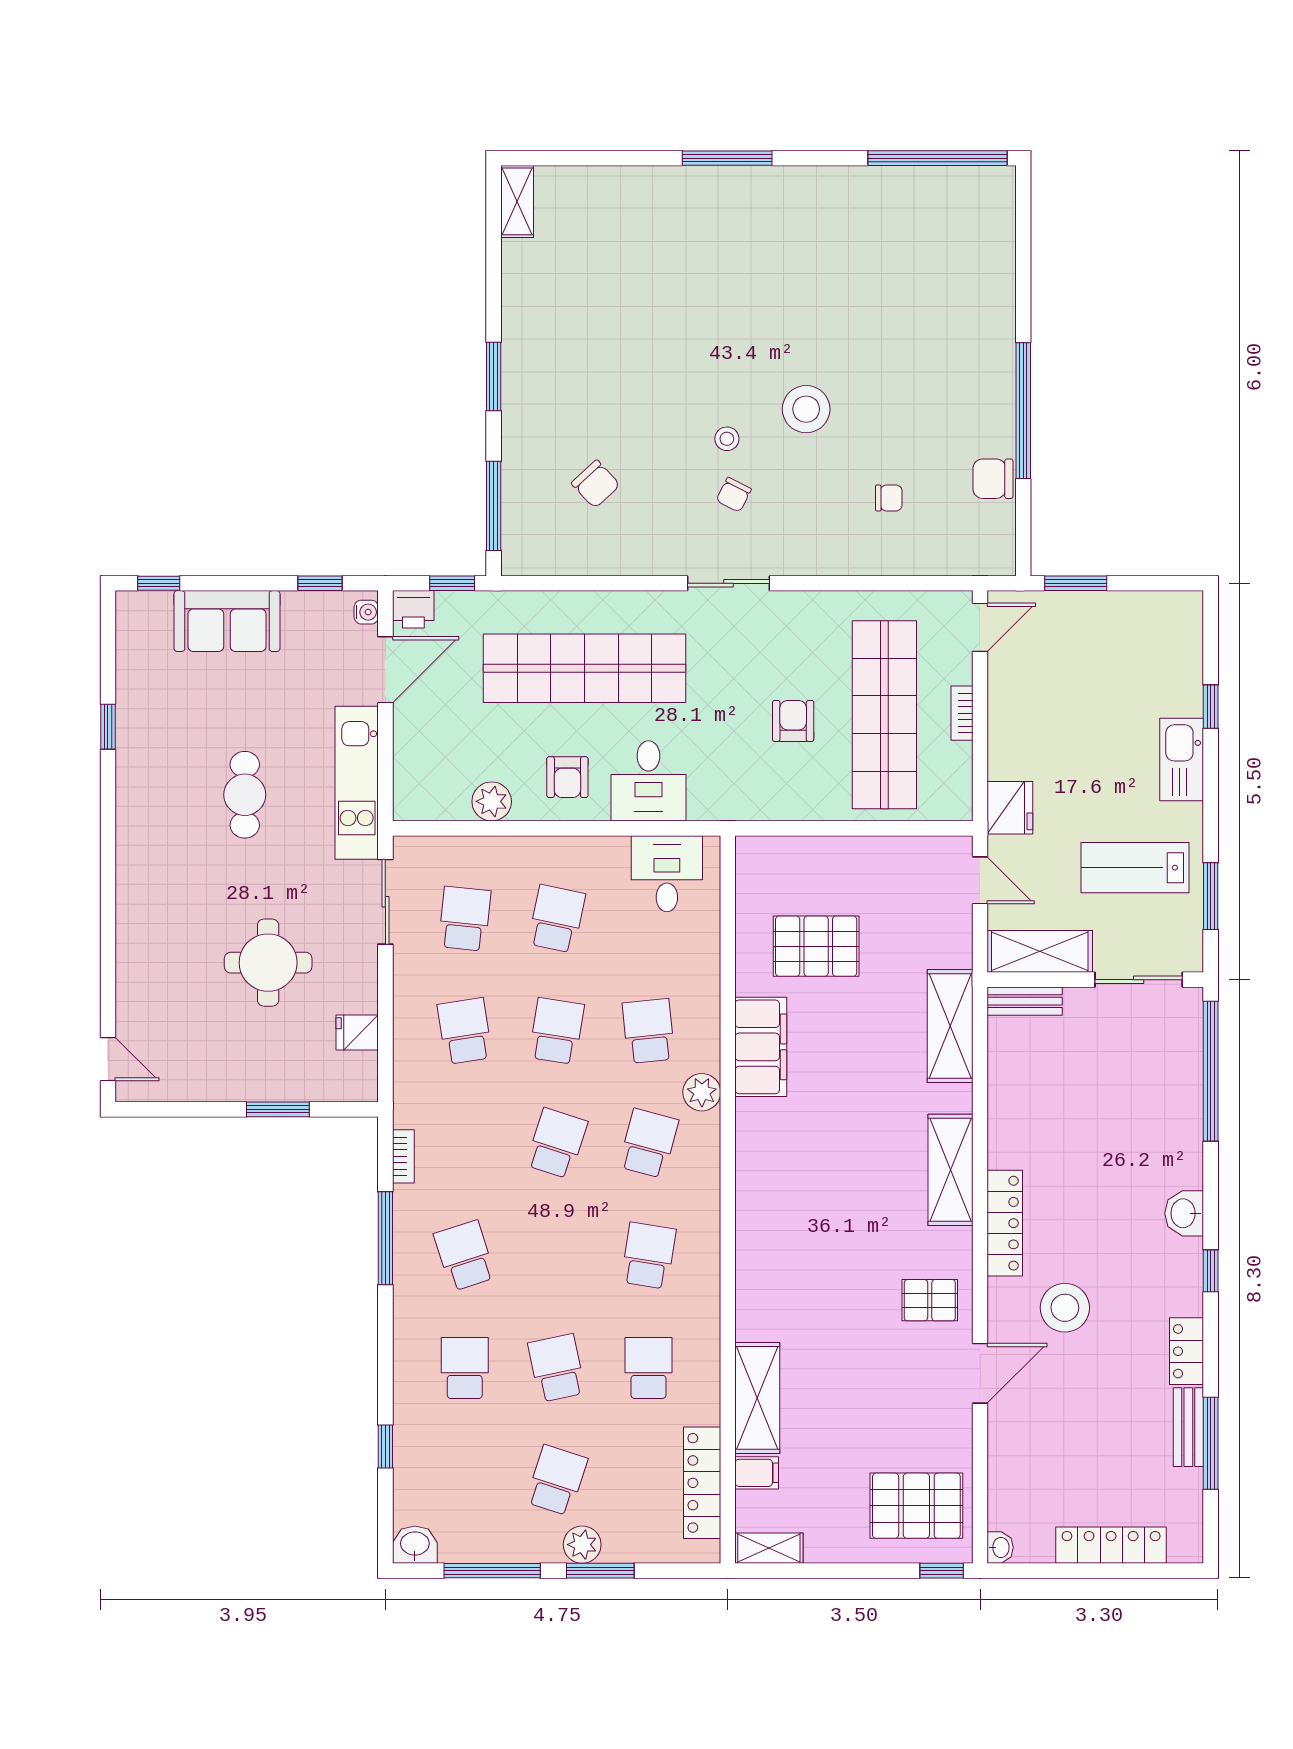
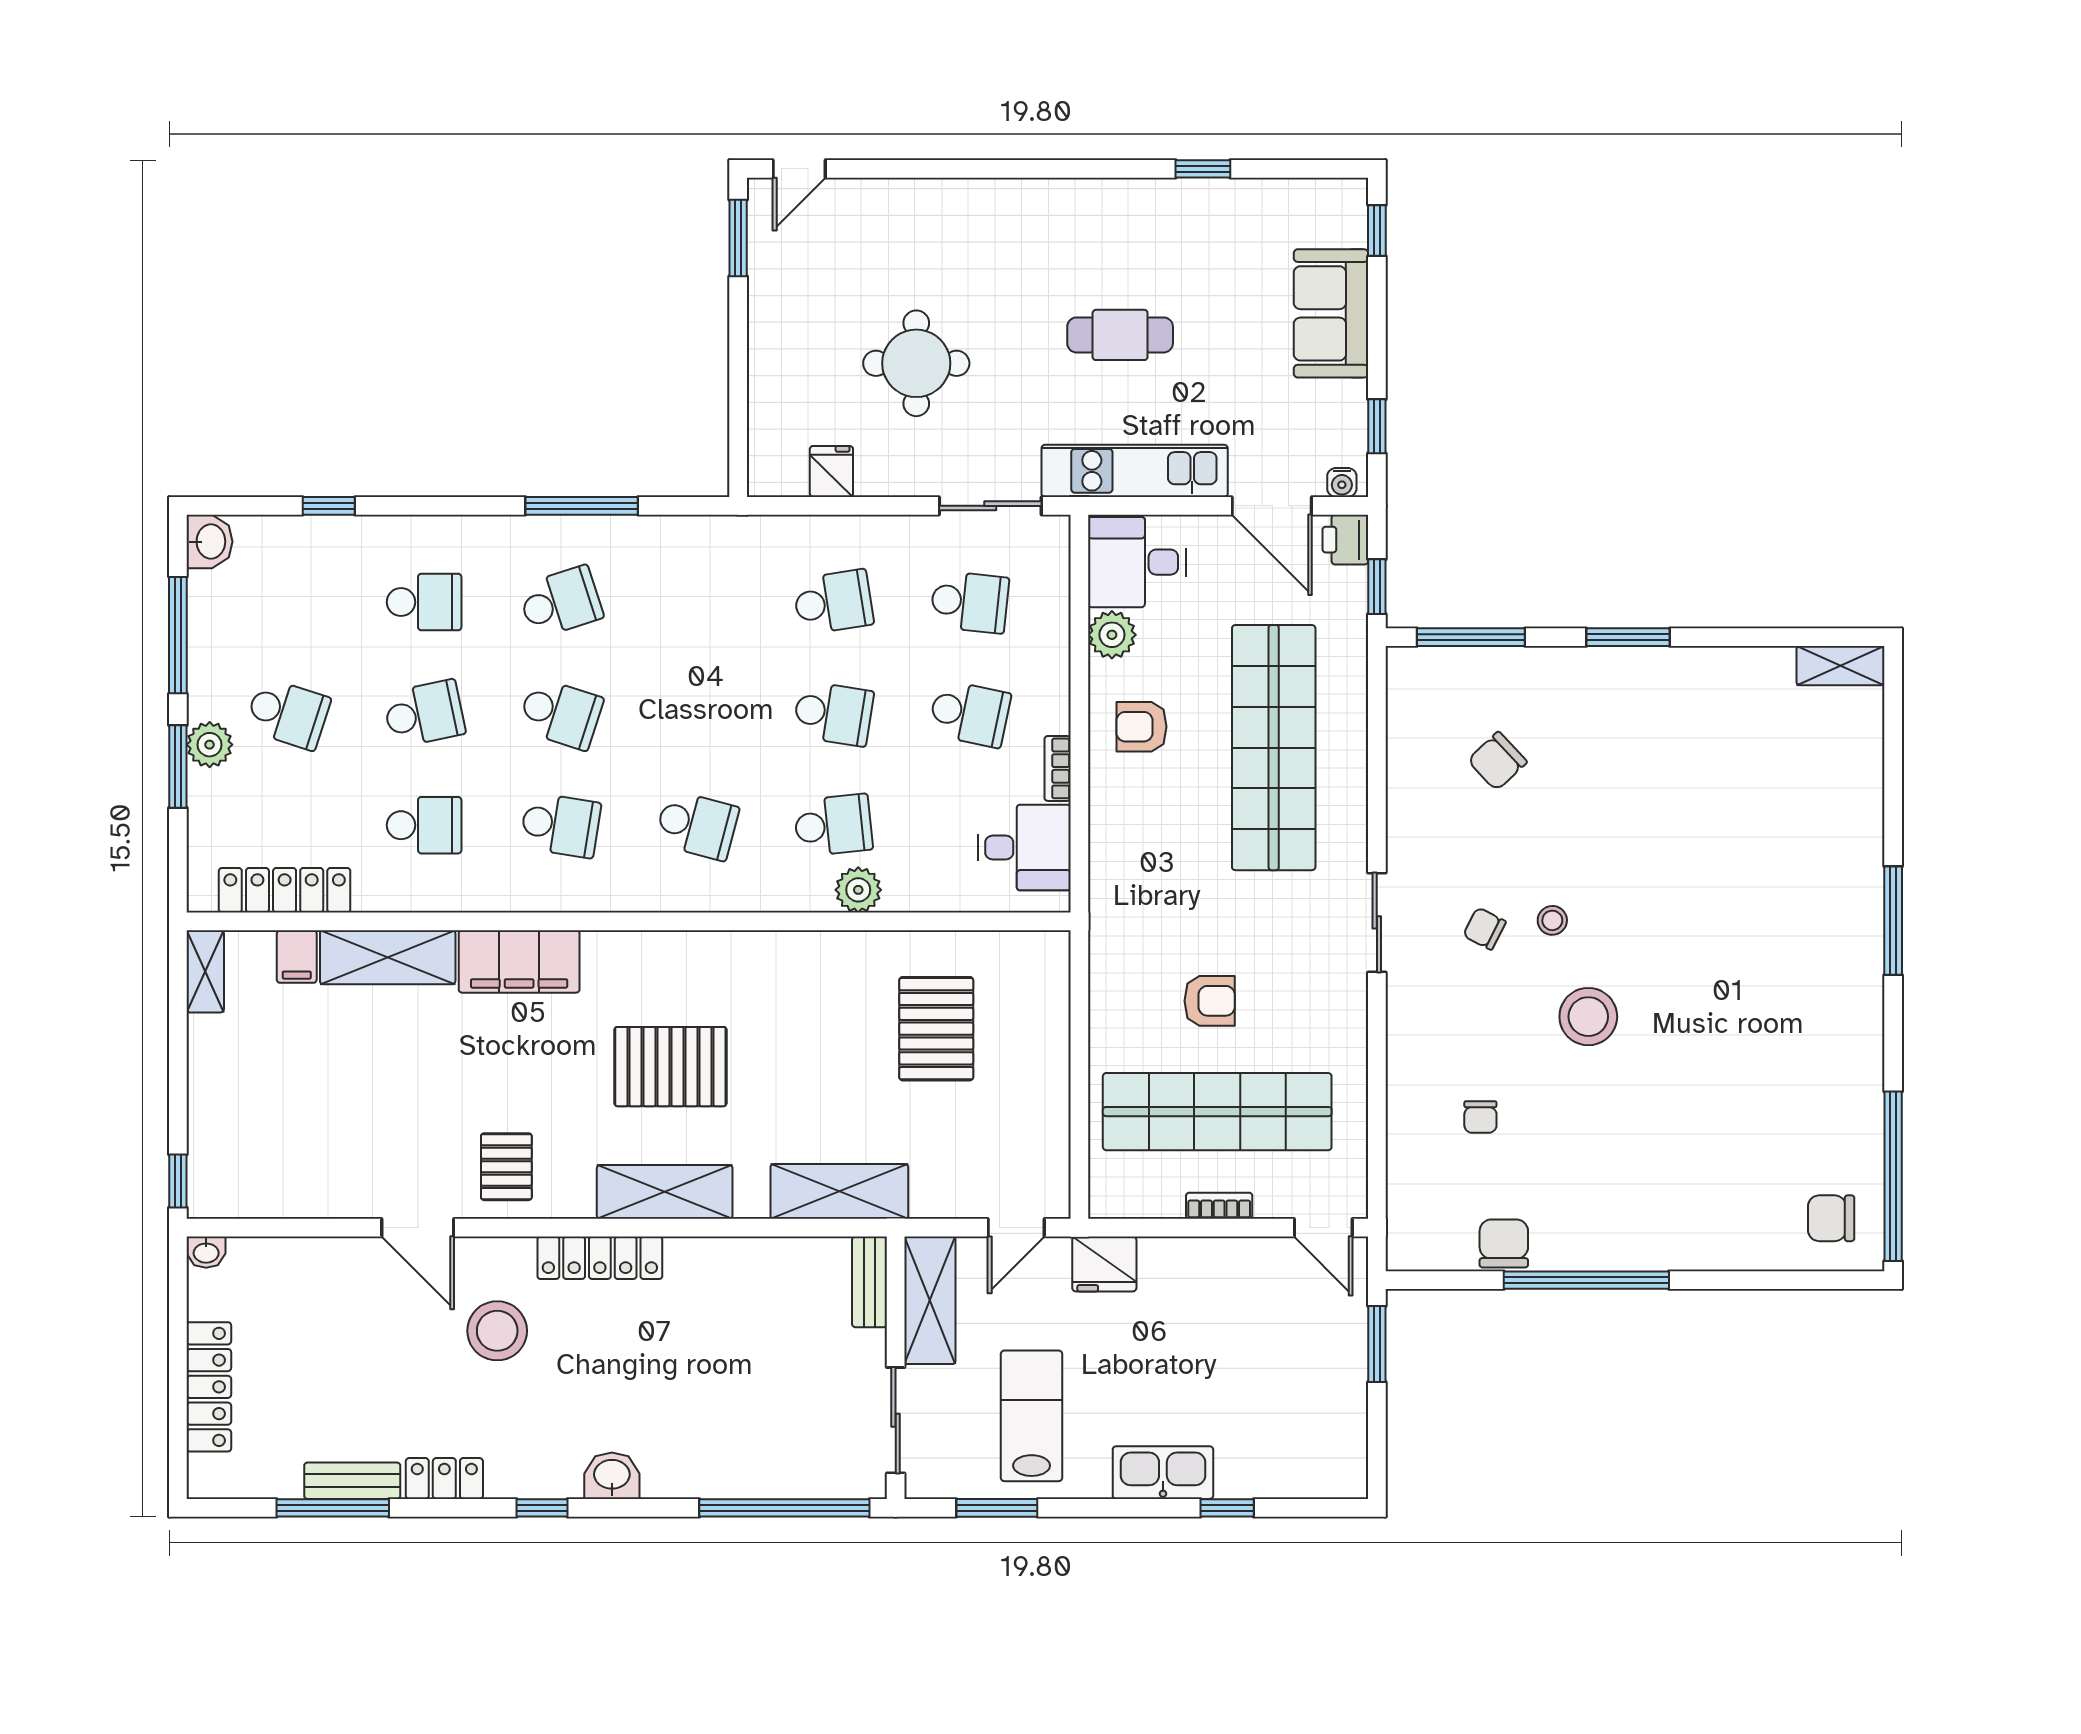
chair: (972, 209) -> (1831, 1218), added
desk: (648, 781) -> (1137, 562), moved
filing cabinet: (761, 1047) -> (519, 961), moved
plant: (702, 1092) -> (858, 890), moved
window: (278, 1109) -> (738, 238), moved
school desk: (557, 1143) -> (560, 714), moved
bookcase: (403, 1156) -> (1058, 768), moved, turned 90
pallet: (916, 1506) -> (670, 1067), moved, turned 90

